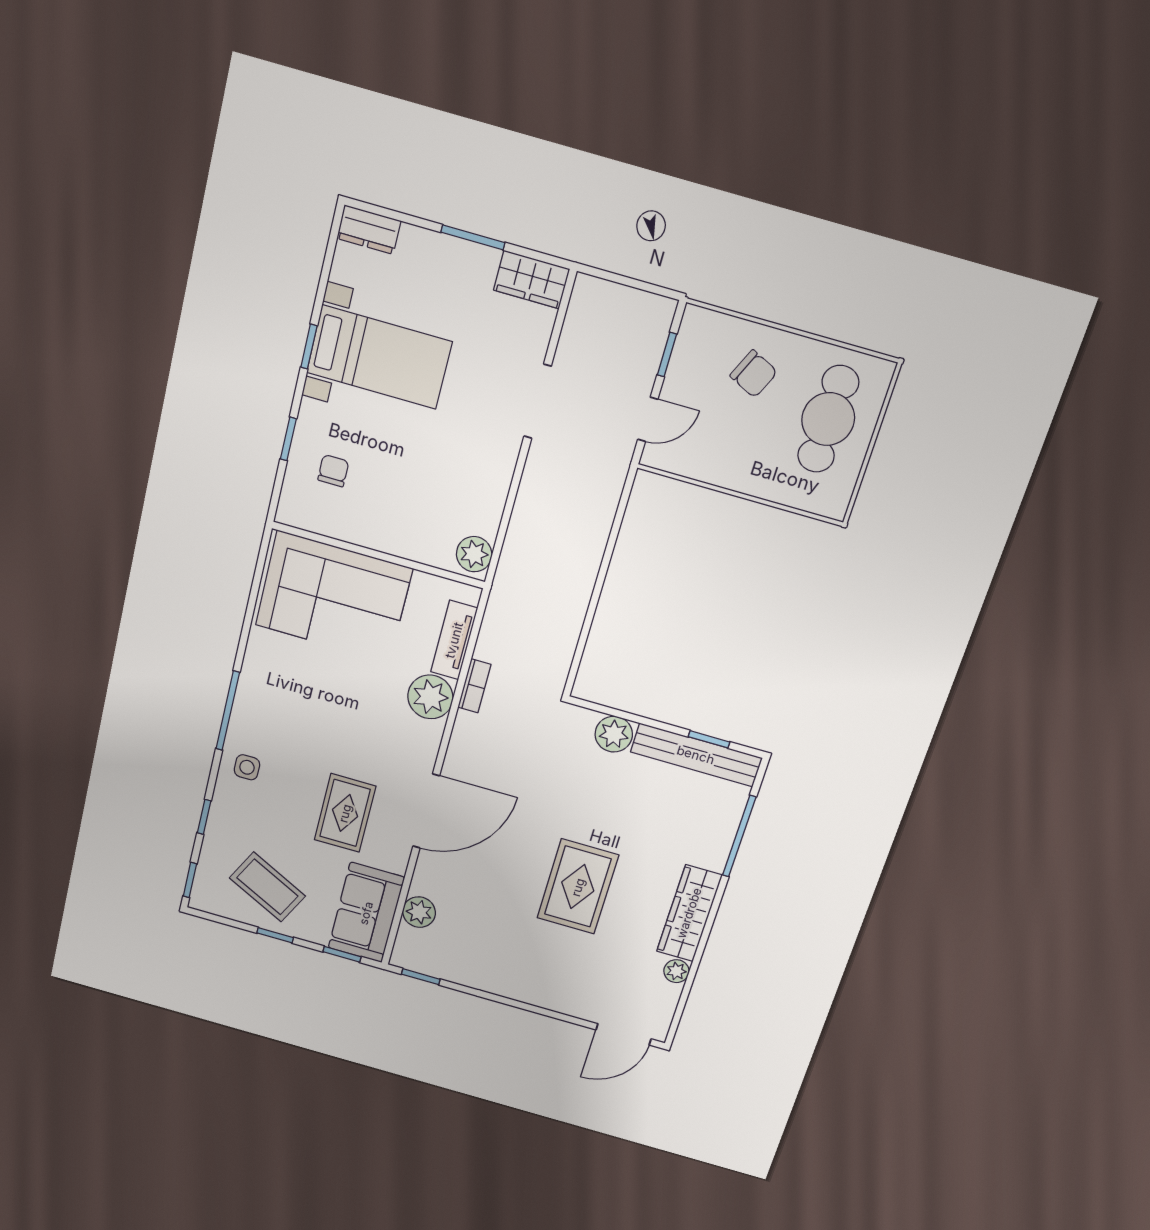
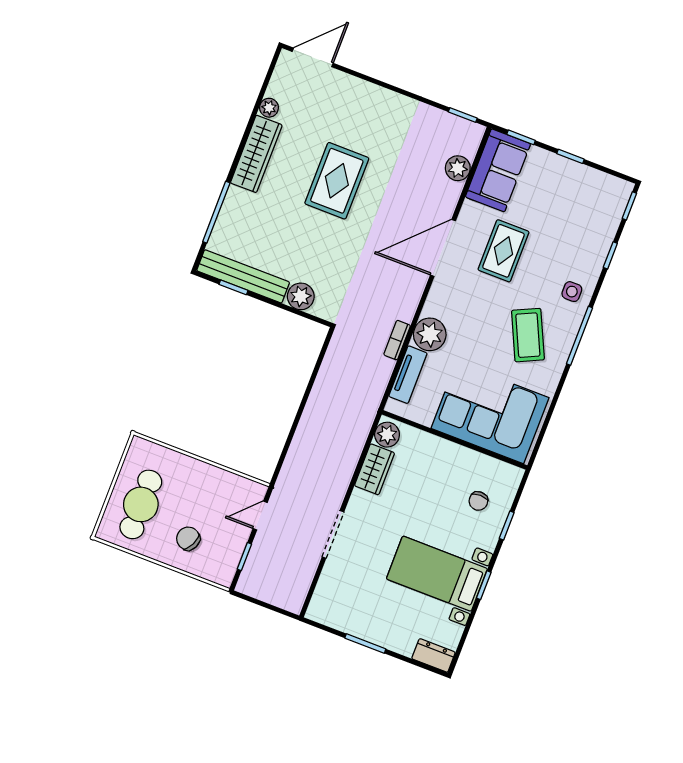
wardrobe: (532, 280) -> (375, 469), moved, turned 90
coffee table: (267, 887) -> (528, 335), moved, turned 38

